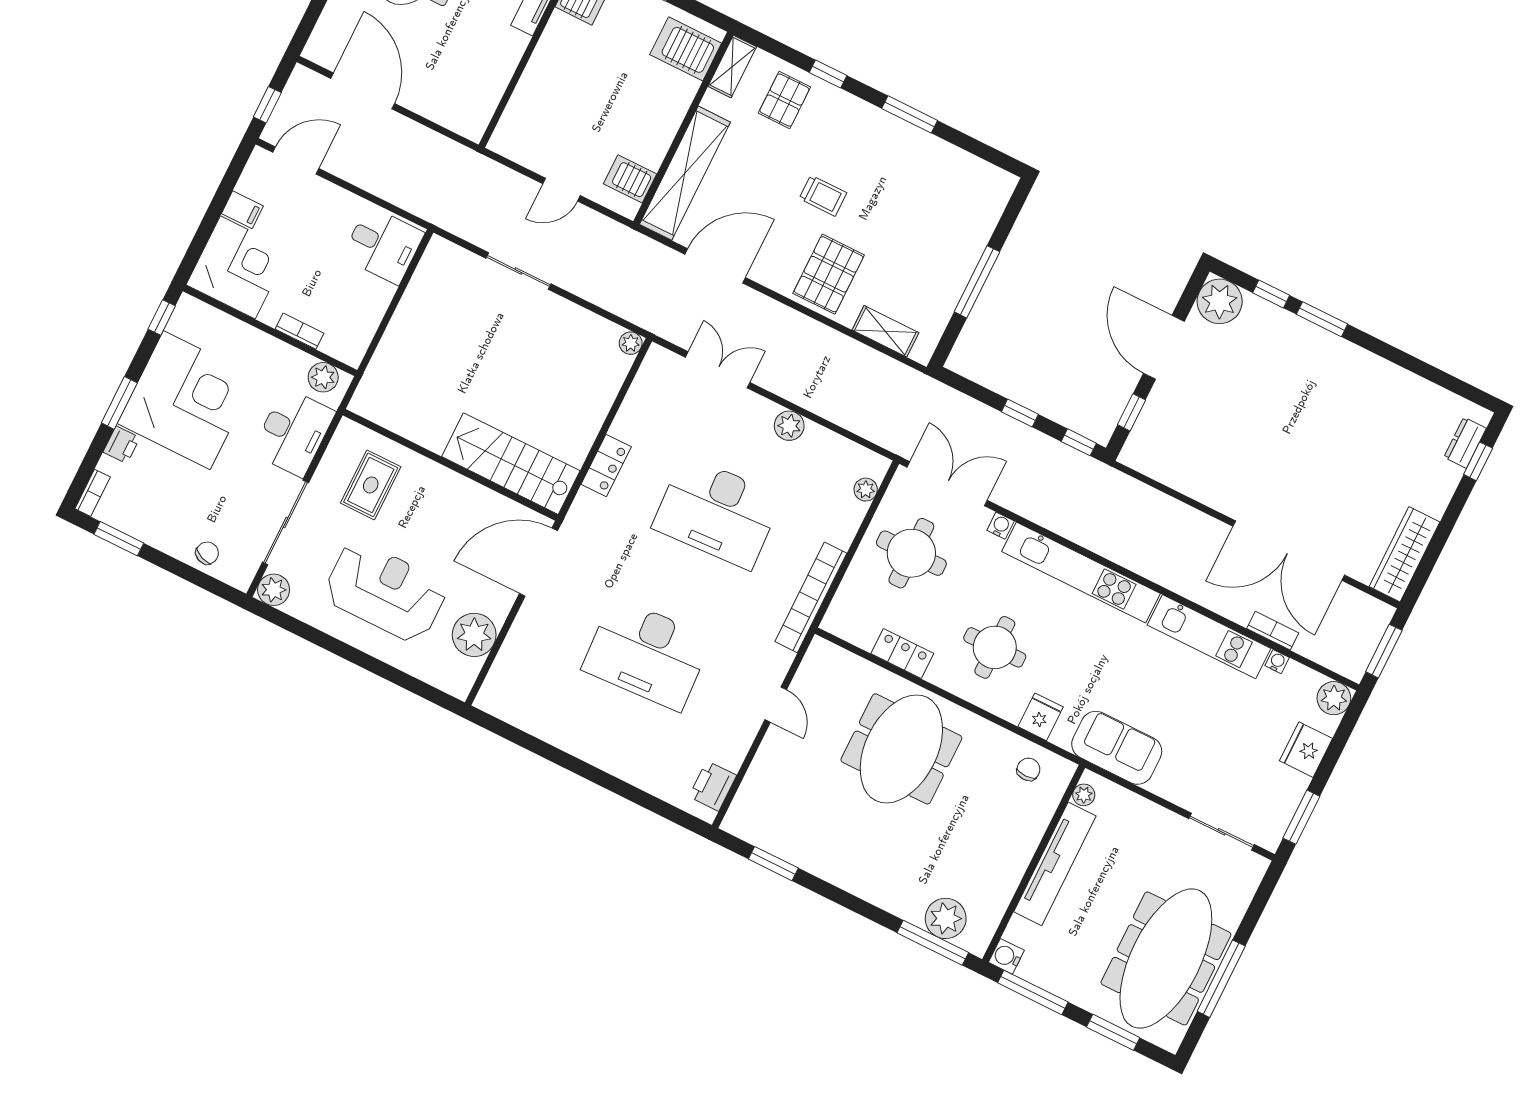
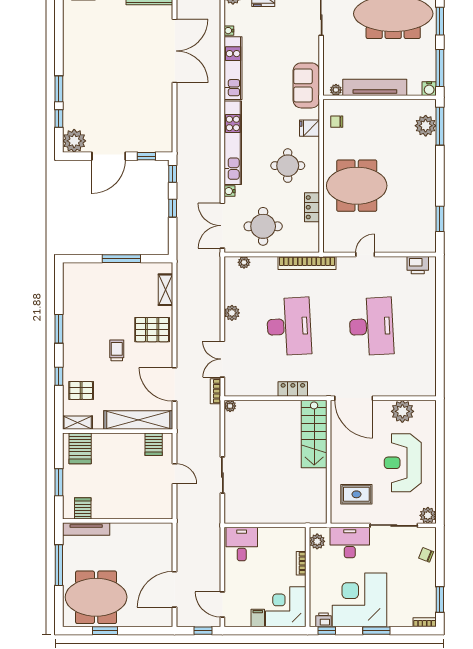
printer: (121, 445) -> (324, 620), moved
bookcase: (1273, 631) -> (216, 391), moved

